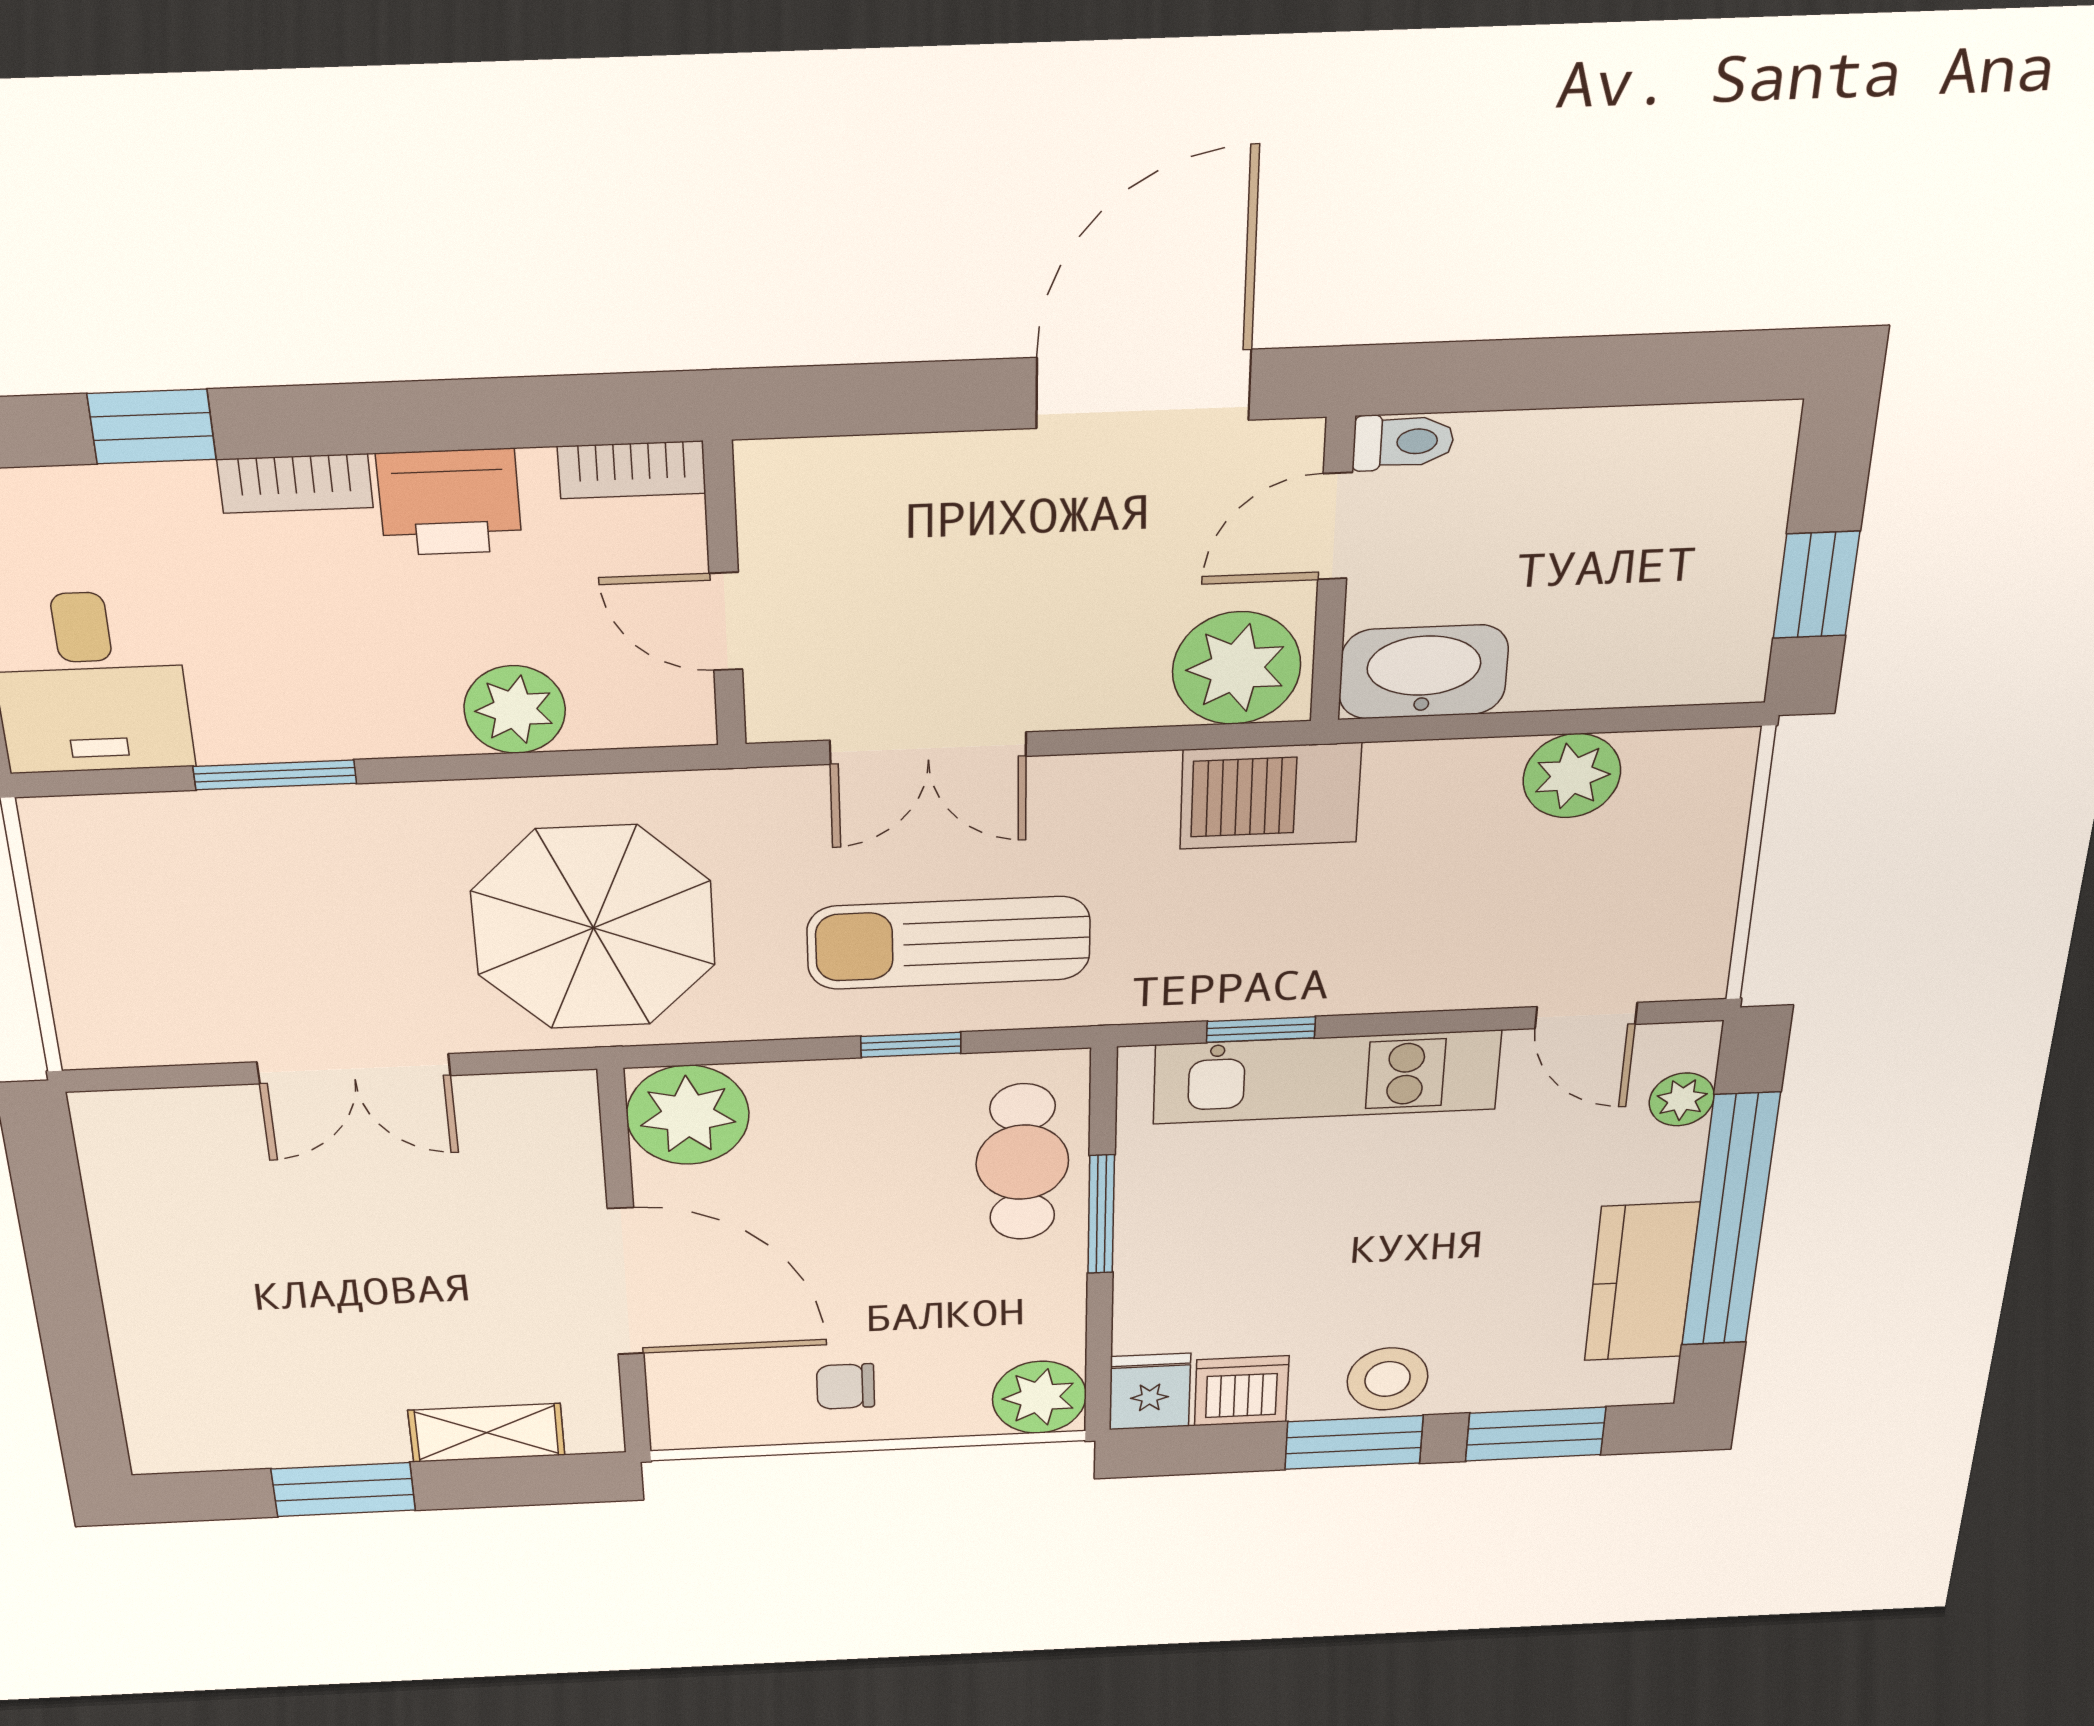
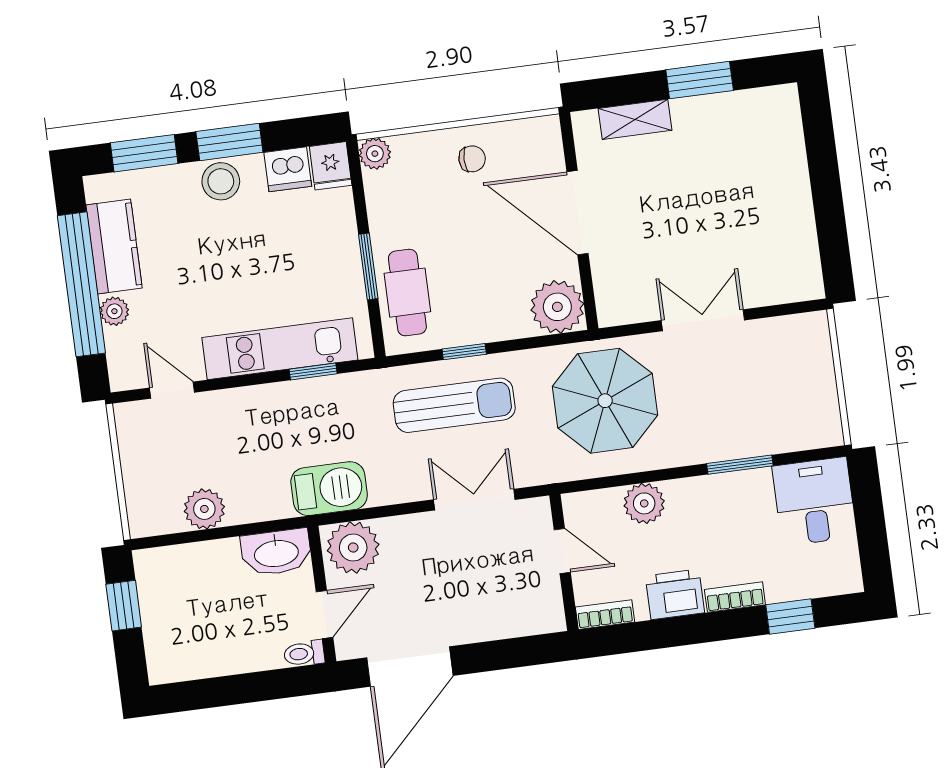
plant: (1682, 1099) -> (114, 311), moved
plant: (1039, 1397) -> (375, 154), width x0.73, depth x0.73

